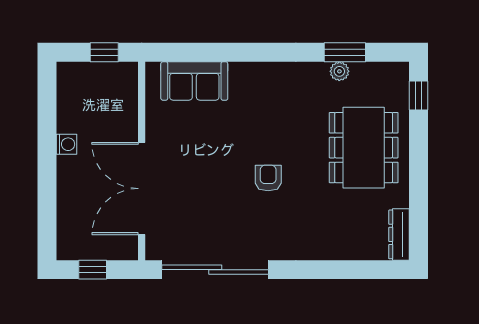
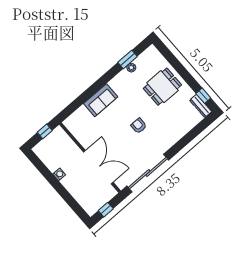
sofa: (194, 81) -> (101, 100), moved
window: (418, 96) -> (203, 96), moved
dining table: (364, 148) -> (162, 87), width x0.73
double door: (142, 189) -> (98, 167), swing flipped

